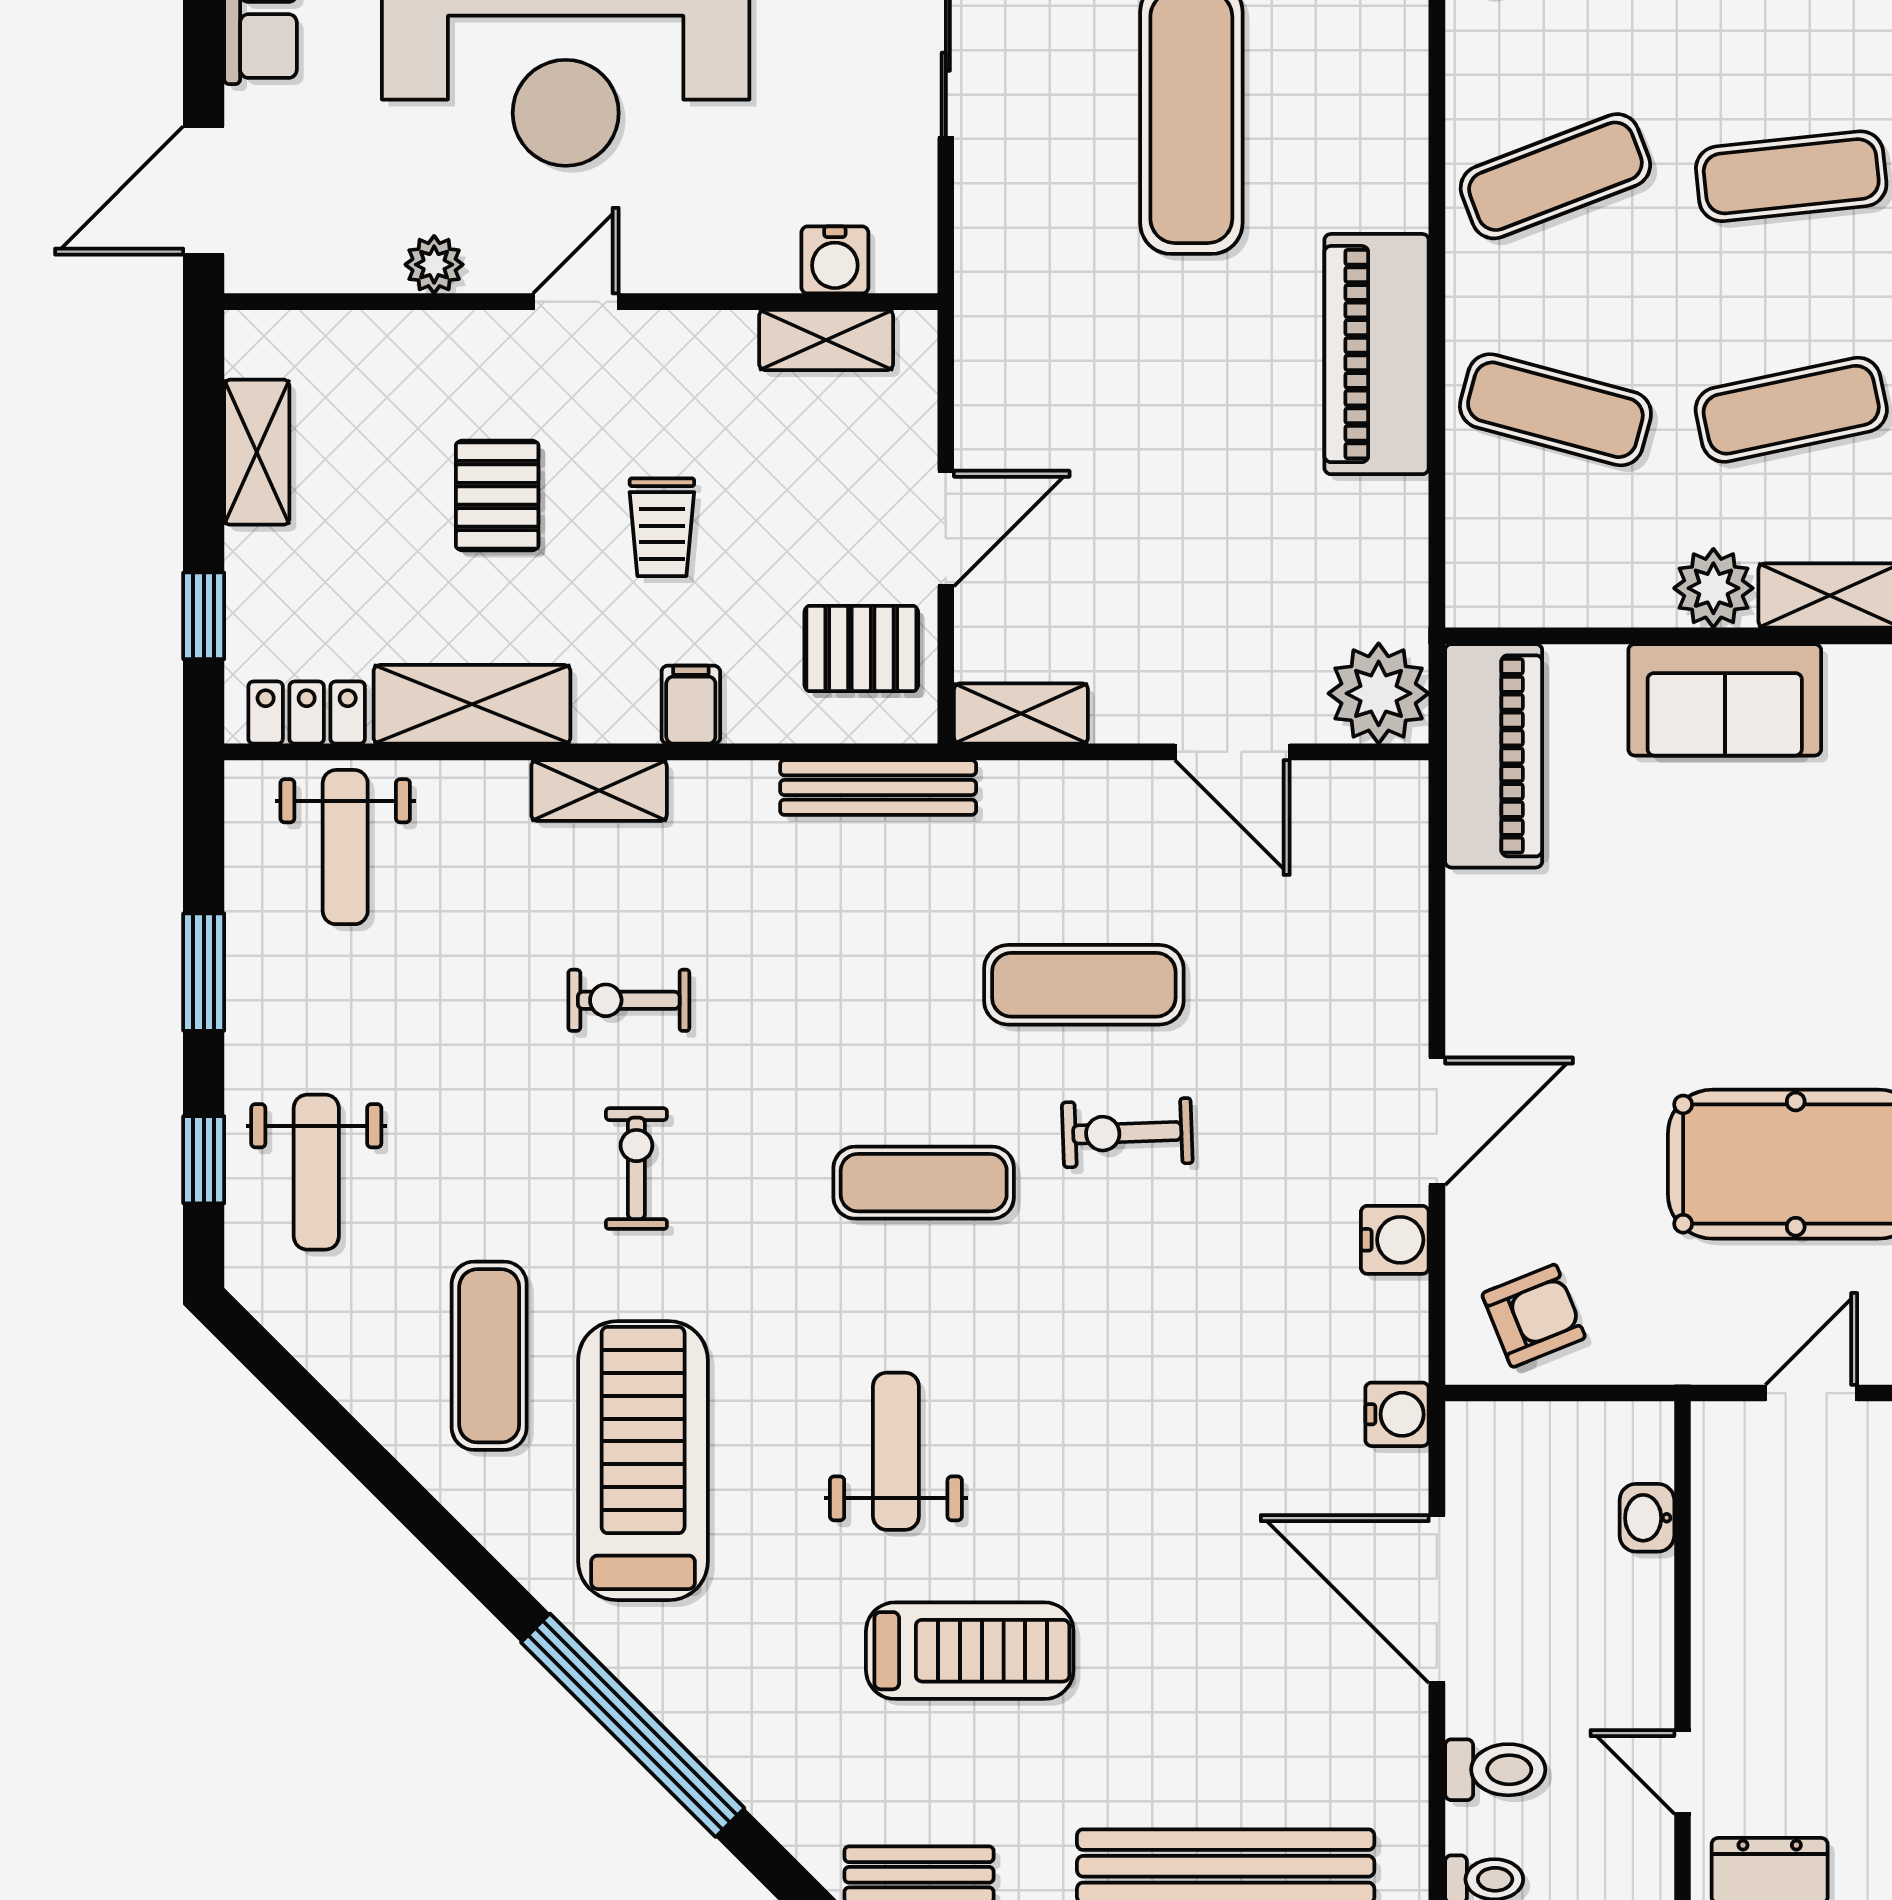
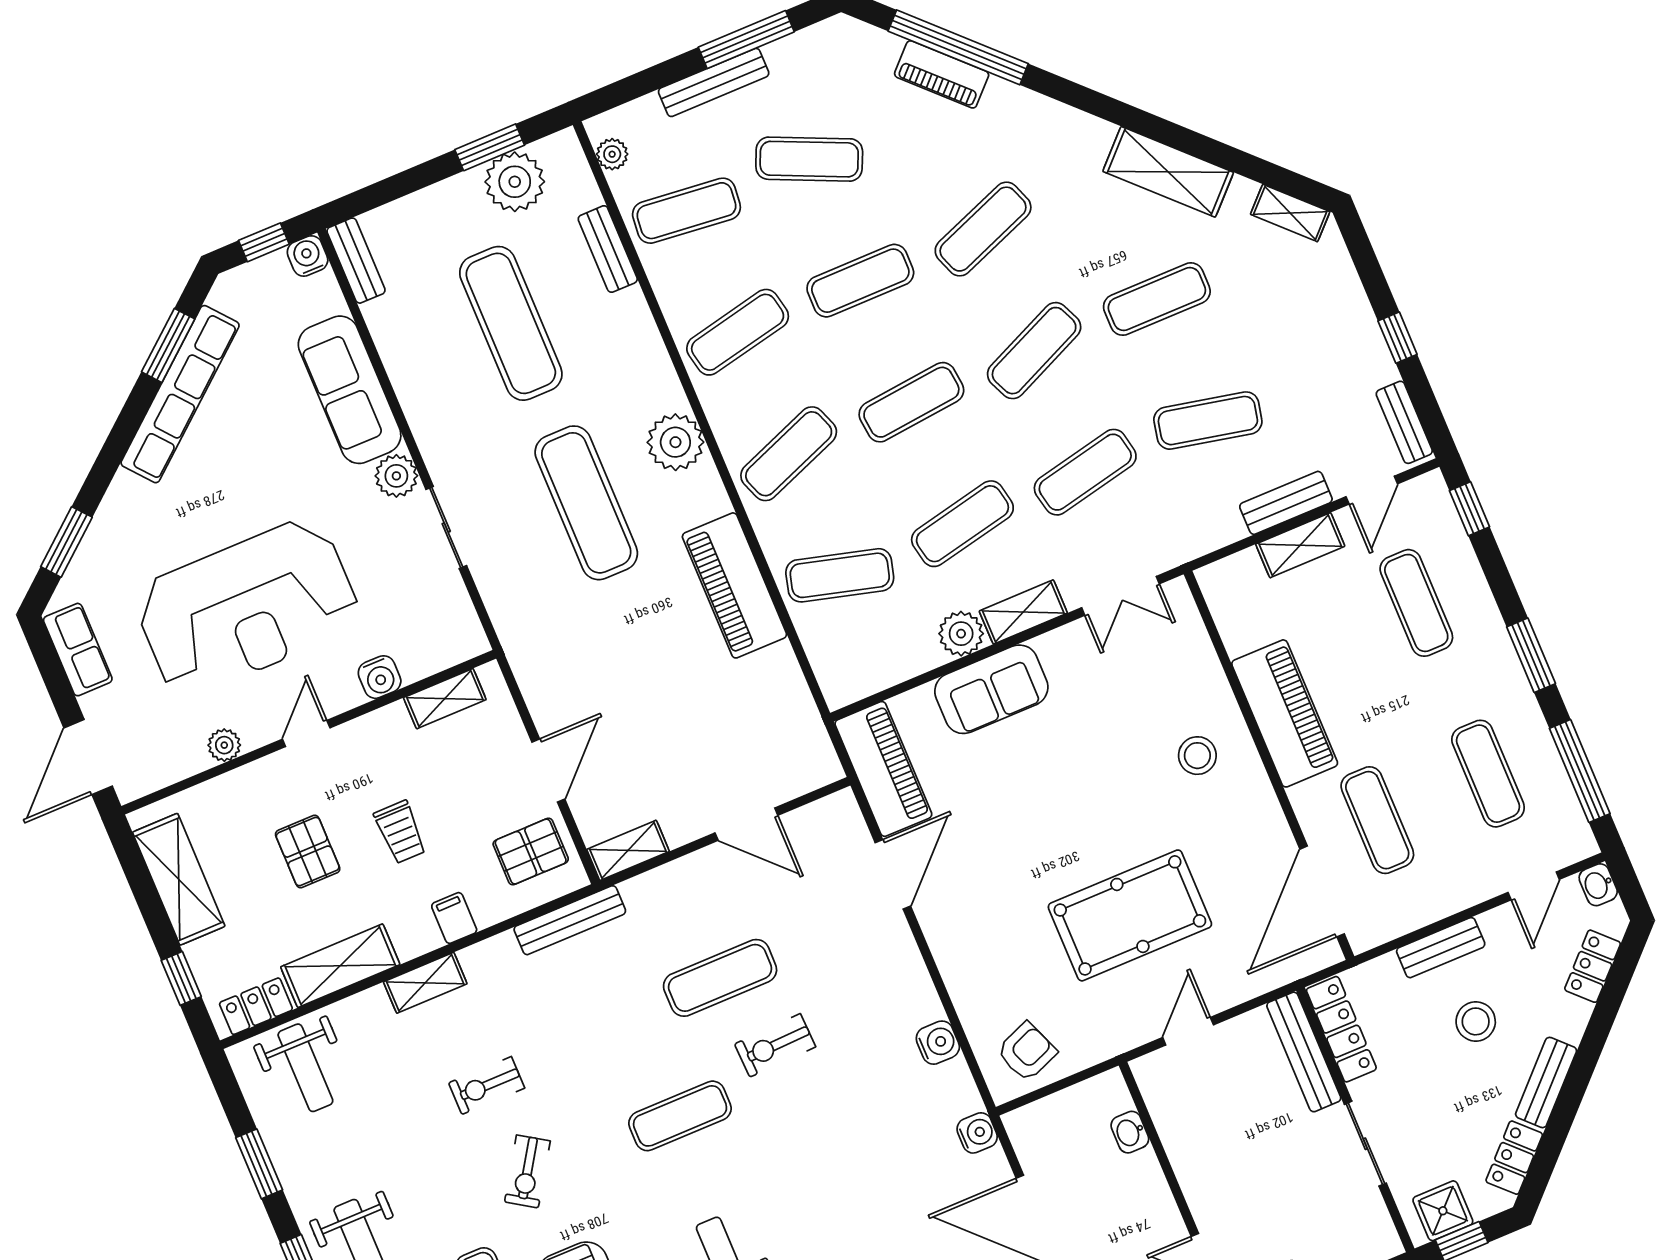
water cooler: (835, 260) -> (380, 677), moved
shelving: (257, 452) -> (179, 879), width x1.50, depth x1.33
plant: (1379, 693) -> (675, 442), moved
door: (1437, 1121) -> (893, 874), moved
exercise bike: (636, 1168) -> (527, 1171), turned -147

